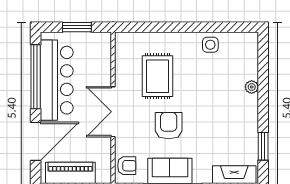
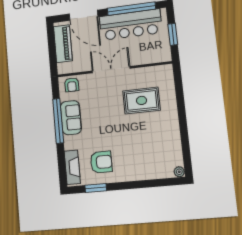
side table: (210, 45) -> (171, 139), removed
plant: (252, 87) -> (179, 172), moved
armchair: (169, 126) -> (101, 162), moved

